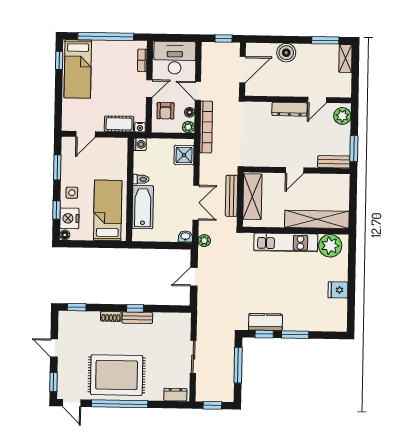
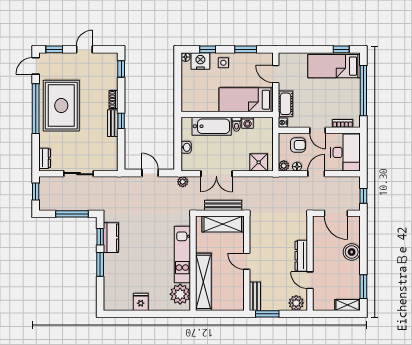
armchair: (165, 111) -> (298, 145), turned 180
bookcase: (206, 127) -> (284, 182), removed
washing machine: (140, 144) -> (247, 123), moved
bed: (108, 210) -> (246, 100), moved, turned 180
washbasin: (185, 236) -> (186, 147), moved

